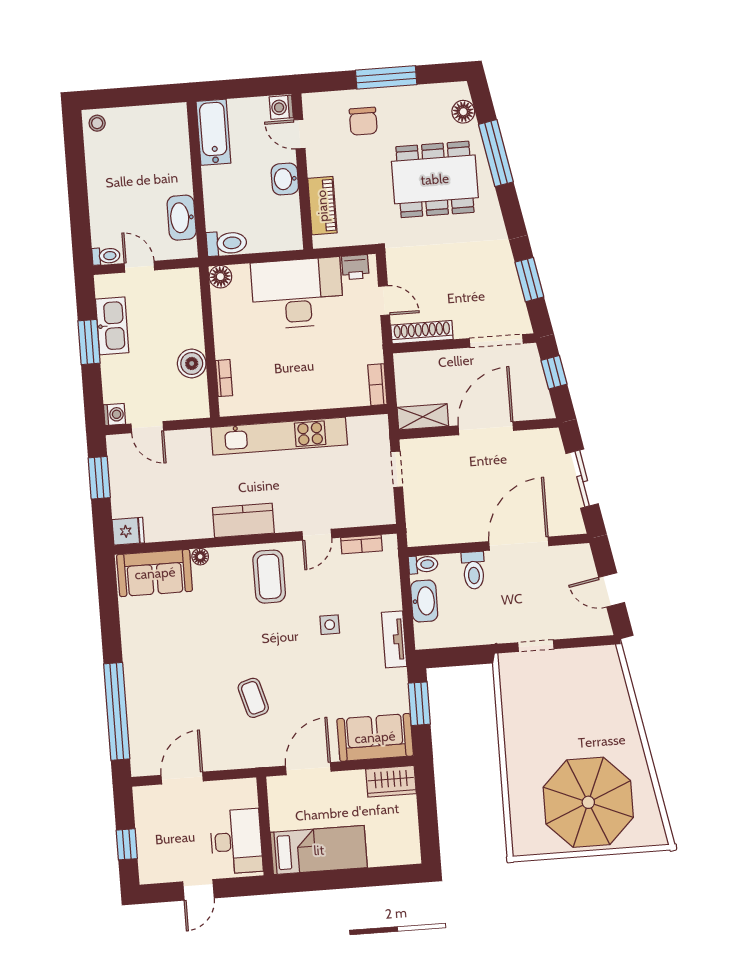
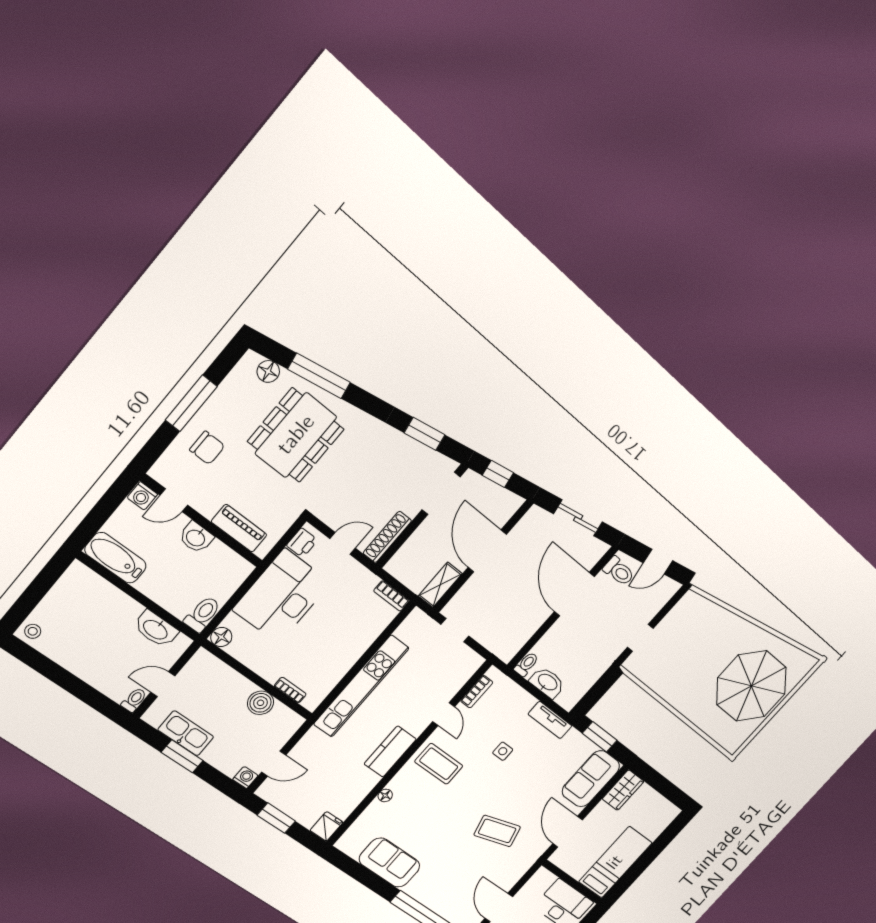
toilet: (474, 570) -> (619, 571), moved
sofa: (155, 573) -> (390, 863), moved, turned -90
coffee table: (253, 698) -> (497, 831), width x1.36, depth x1.30

